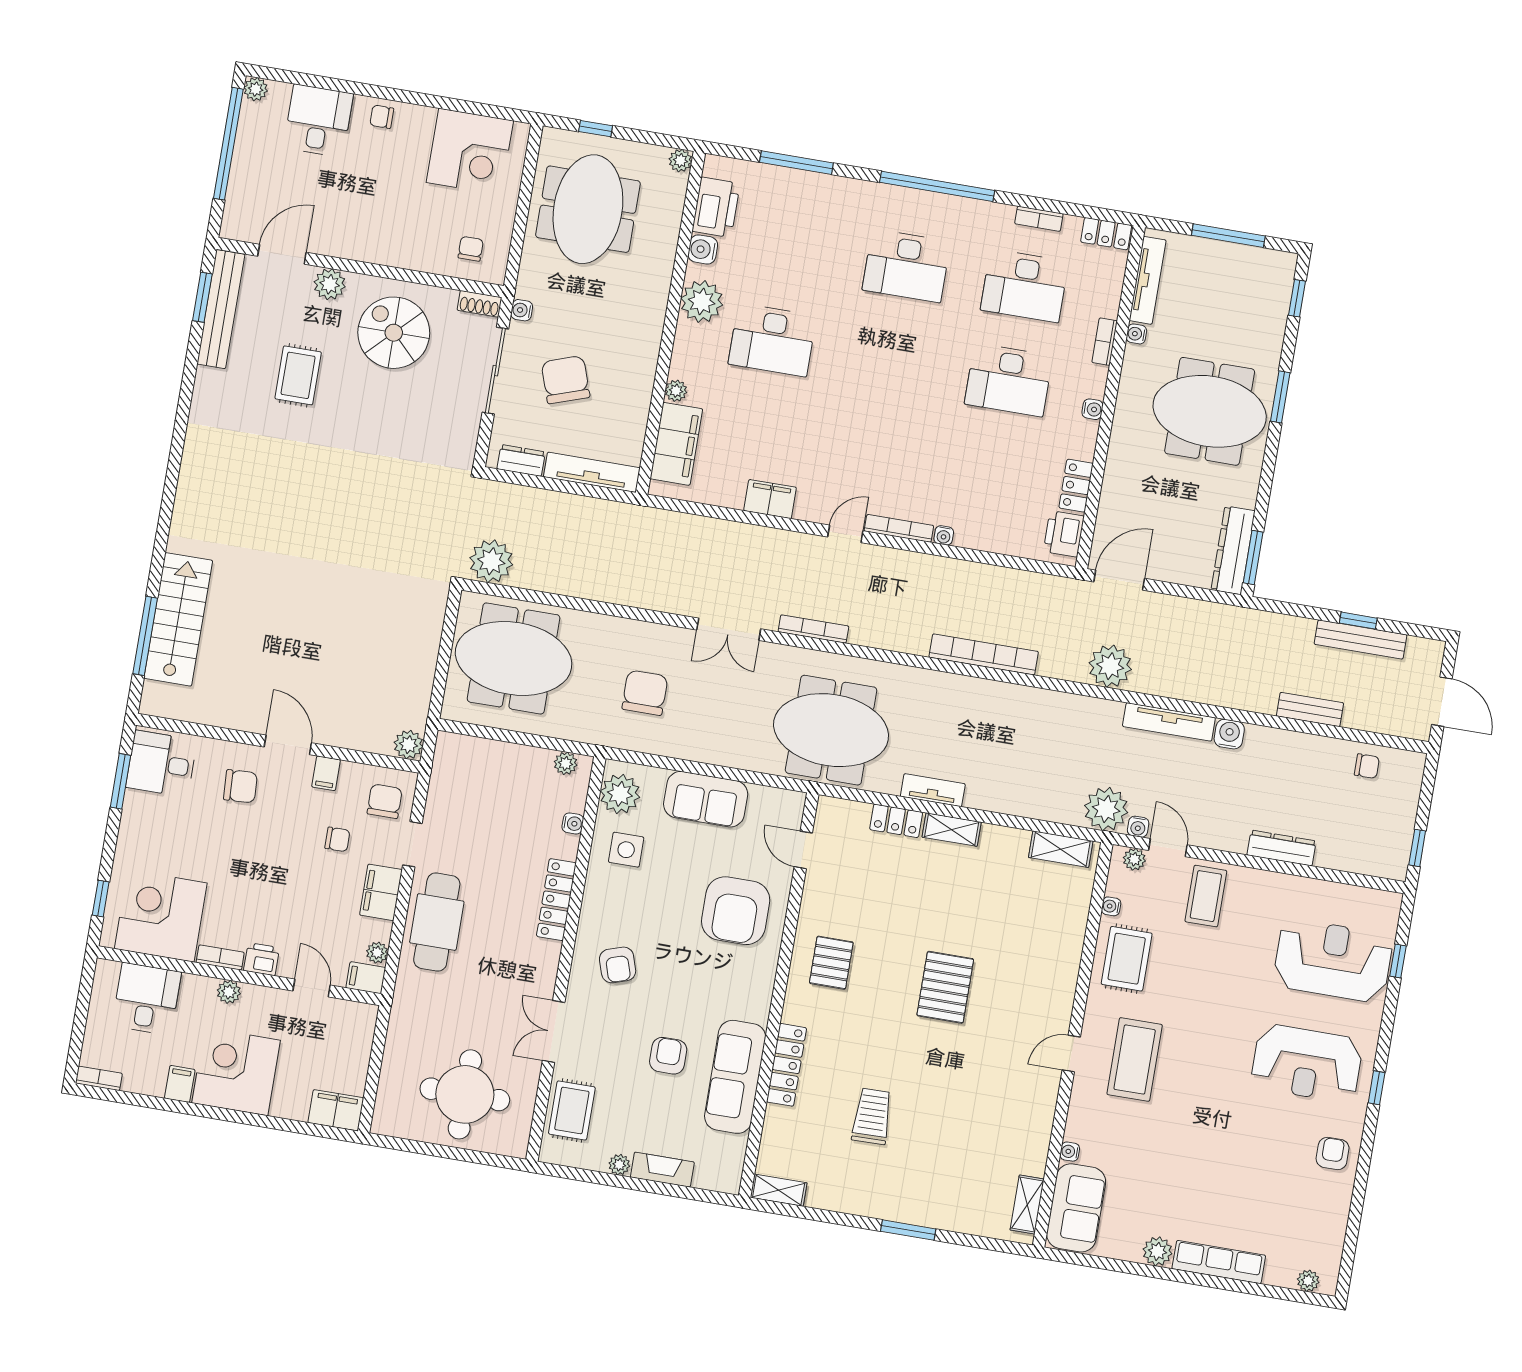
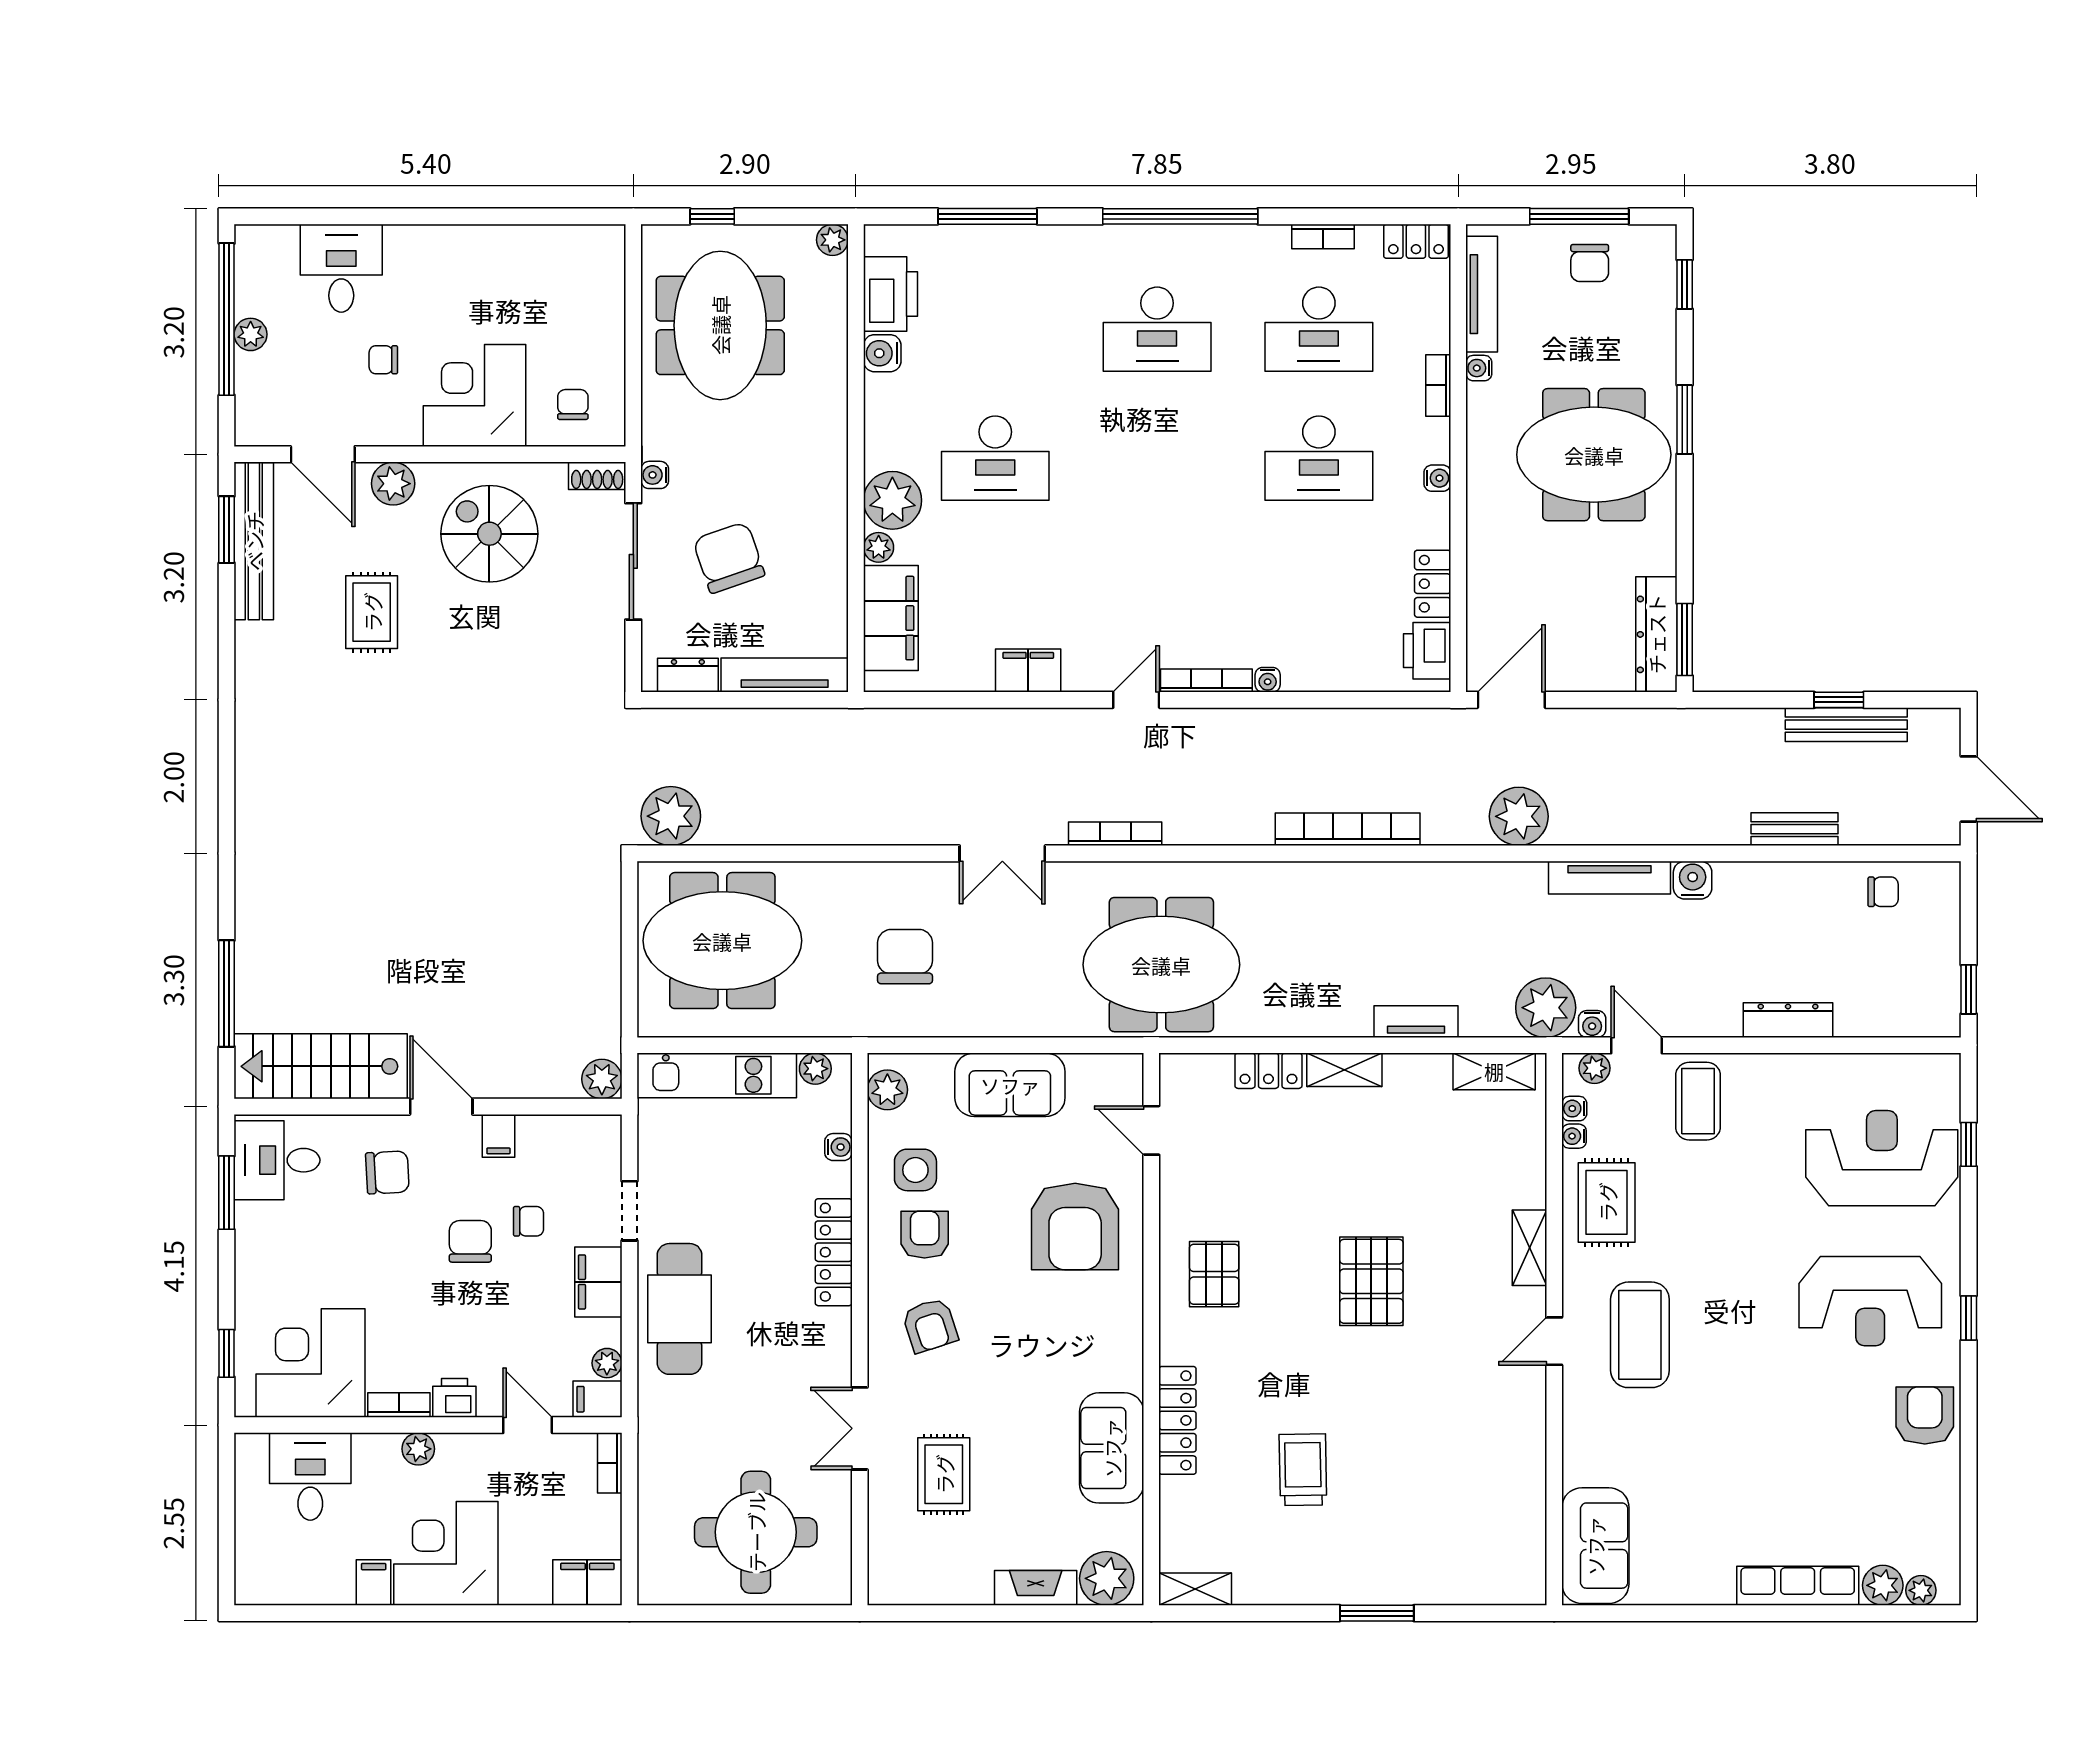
plant: (256, 89) -> (251, 334), moved
chair: (382, 117) -> (383, 360), moved
corner desk: (470, 152) -> (474, 395), moved, turned 180
door: (282, 254) -> (323, 454), swing flipped
chair: (1230, 271) -> (1590, 263), added
plant: (702, 301) -> (892, 500), moved
stairs: (178, 619) -> (321, 1066), moved, turned -90
kitchen unit: (493, 756) -> (717, 1075), added
tv unit: (933, 790) -> (1416, 1022), moved
plant: (620, 794) -> (887, 1090), width x0.73, depth x0.73
chair: (385, 801) -> (470, 1241), moved
armchair: (668, 1056) -> (925, 1235), moved
sofa: (735, 1077) -> (1112, 1448), width x0.73
bookcase: (99, 1078) -> (610, 1463), moved, turned -90
rug: (572, 1110) -> (944, 1474), moved
water cooler: (1070, 1152) -> (1574, 1109), moved
armchair: (1333, 1153) -> (1925, 1415), width x1.38, depth x1.38
plant: (619, 1165) -> (1107, 1578), moved, width x1.88, depth x1.88
shelving: (1027, 1205) -> (1529, 1248), moved
plant: (1158, 1251) -> (1883, 1585), moved

